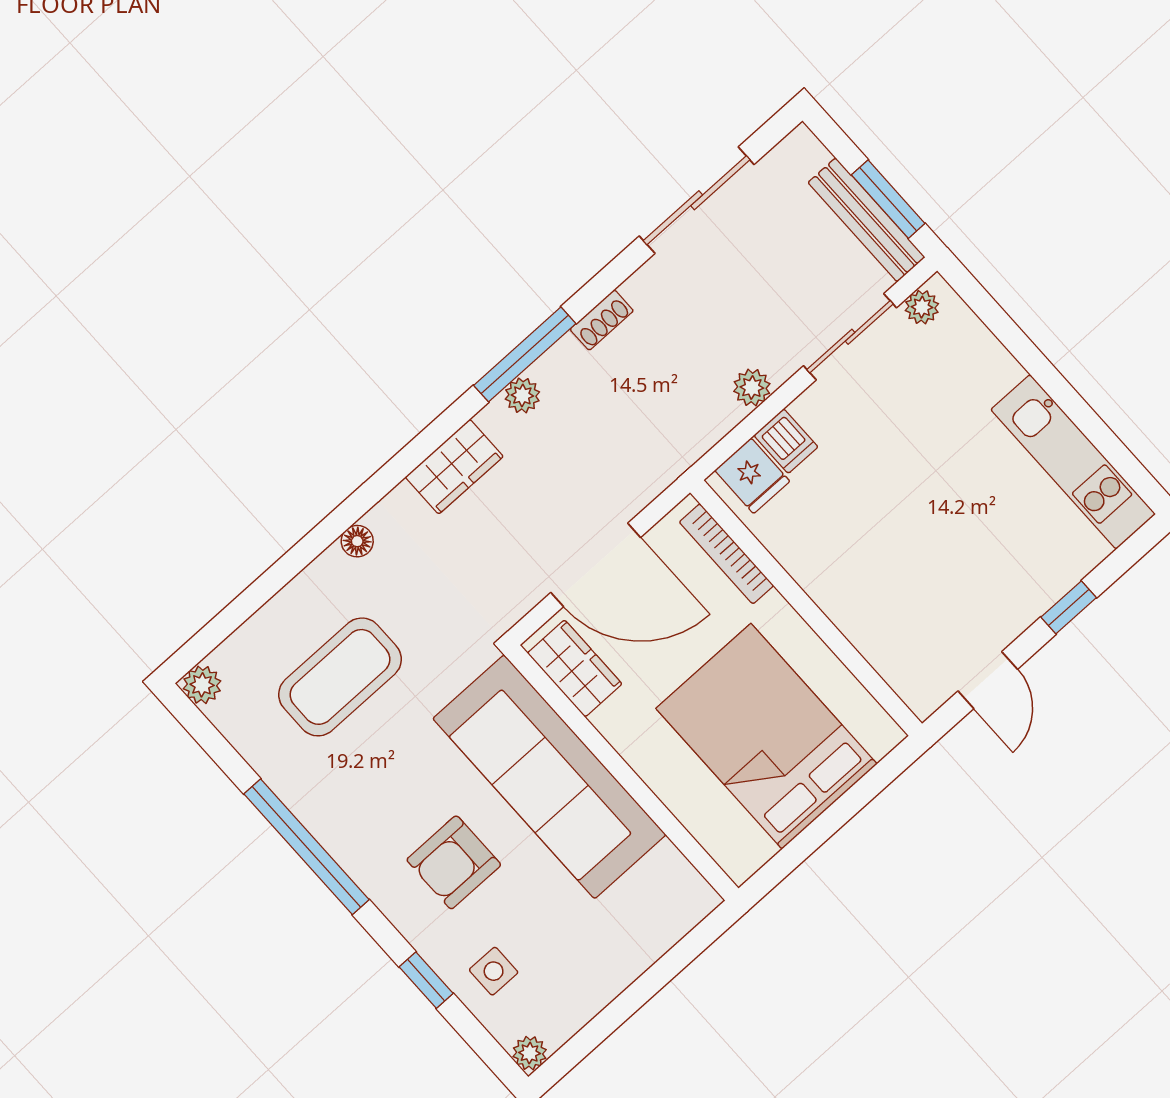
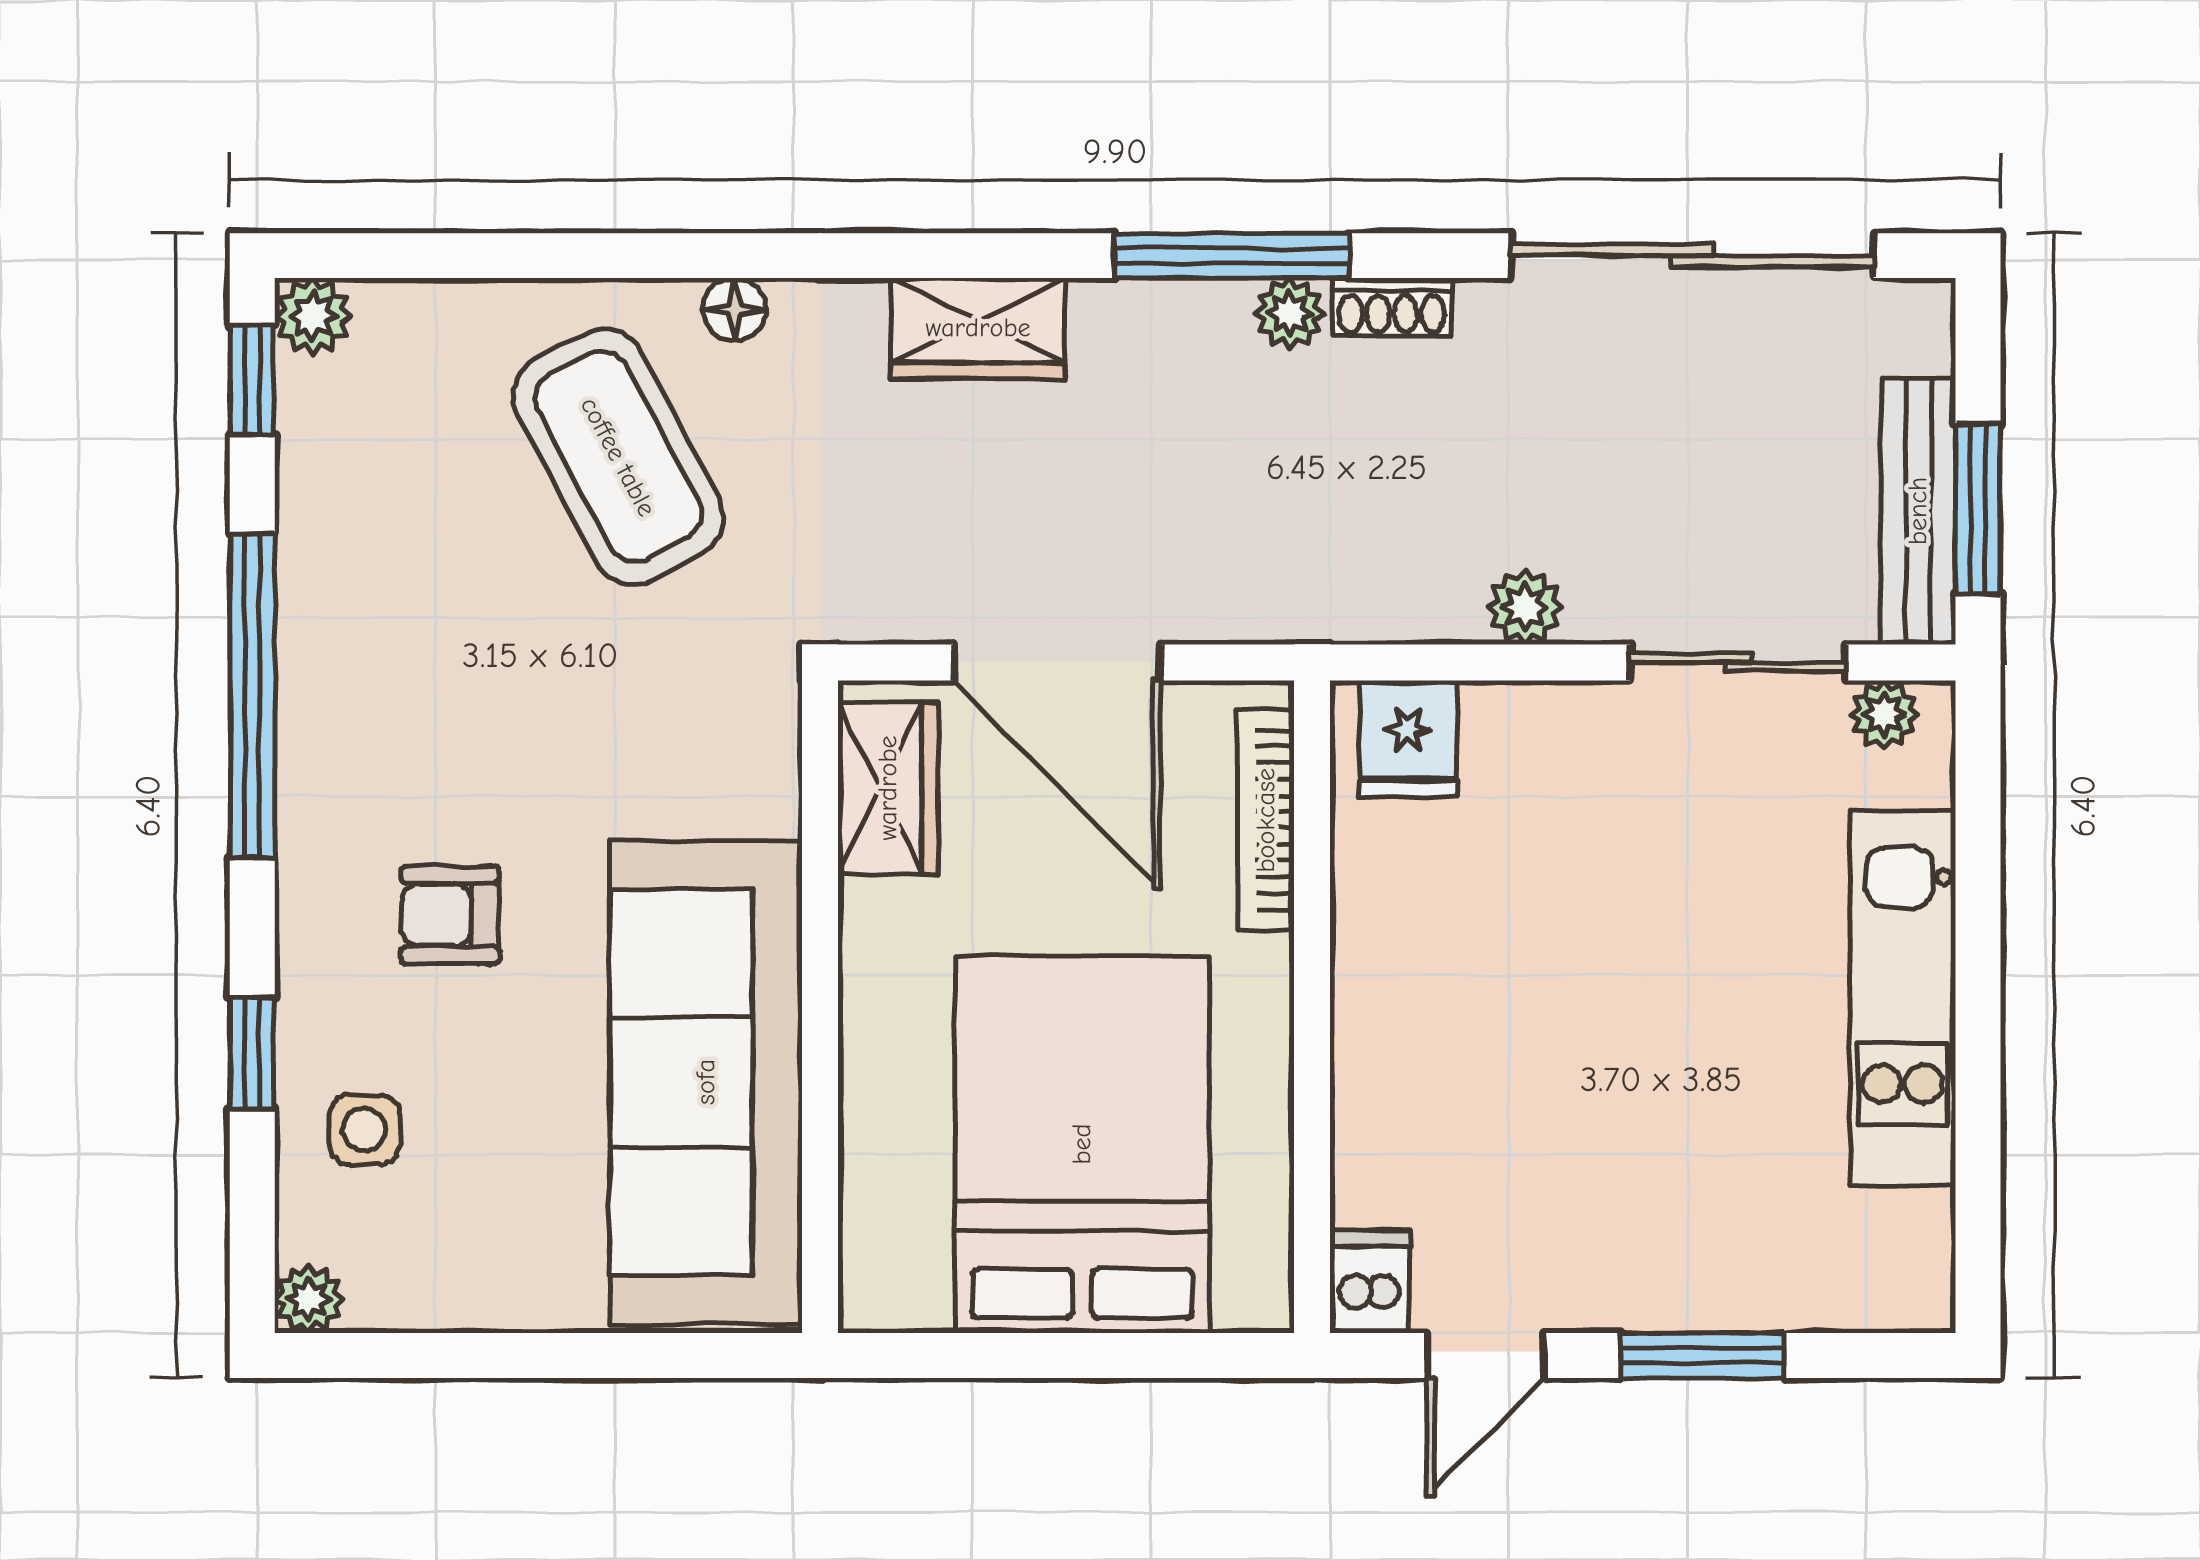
sliding door: (697, 200) -> (1692, 256), width x1.36
plant: (522, 395) -> (1290, 313), moved
dishwasher: (786, 441) -> (1370, 1281), moved, turned 180
kitchen unit: (1073, 462) -> (1903, 997), moved
window: (1069, 607) -> (1702, 1355), width x1.50
coffee table: (340, 677) -> (618, 457), moved, turned 62
window: (201, 729) -> (252, 380), added
sofa: (549, 777) -> (706, 1082), moved
armchair: (454, 862) -> (450, 915), width x0.72, depth x0.72

